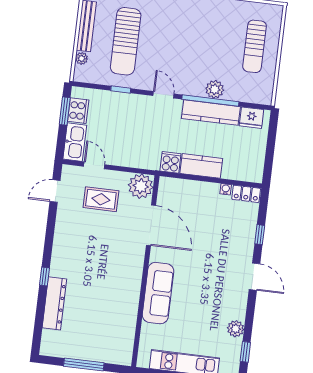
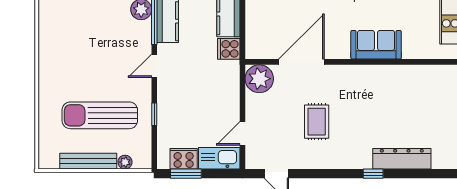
sun lounger: (126, 41) -> (100, 115), turned 180
rug: (101, 199) -> (317, 122), moved
sofa: (158, 293) -> (376, 45), width x0.73

